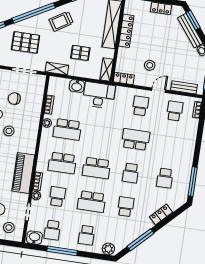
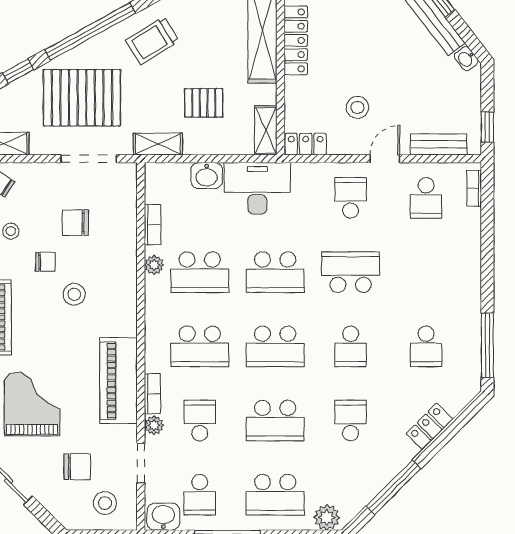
pallet: (26, 42) -> (82, 98), width x1.37, depth x1.41
school desk: (175, 111) -> (426, 198), turned 180
school desk: (101, 134) -> (275, 272), added
school desk: (87, 235) -> (275, 495), width x1.85

